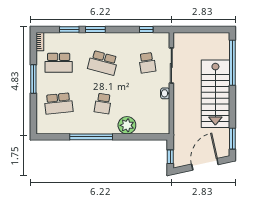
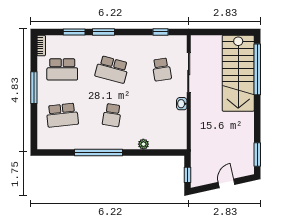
stairs: (215, 94) -> (238, 73), moved
plant: (127, 125) -> (143, 144), width x0.53, depth x0.53
door: (205, 164) -> (226, 183), width x0.53

